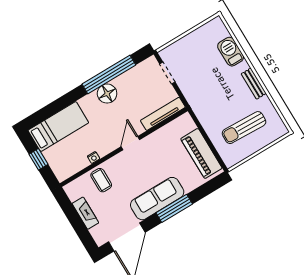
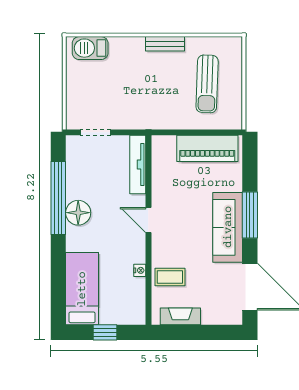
barbecue: (231, 52) -> (90, 48), moved
fireplace: (85, 213) -> (180, 316), moved

